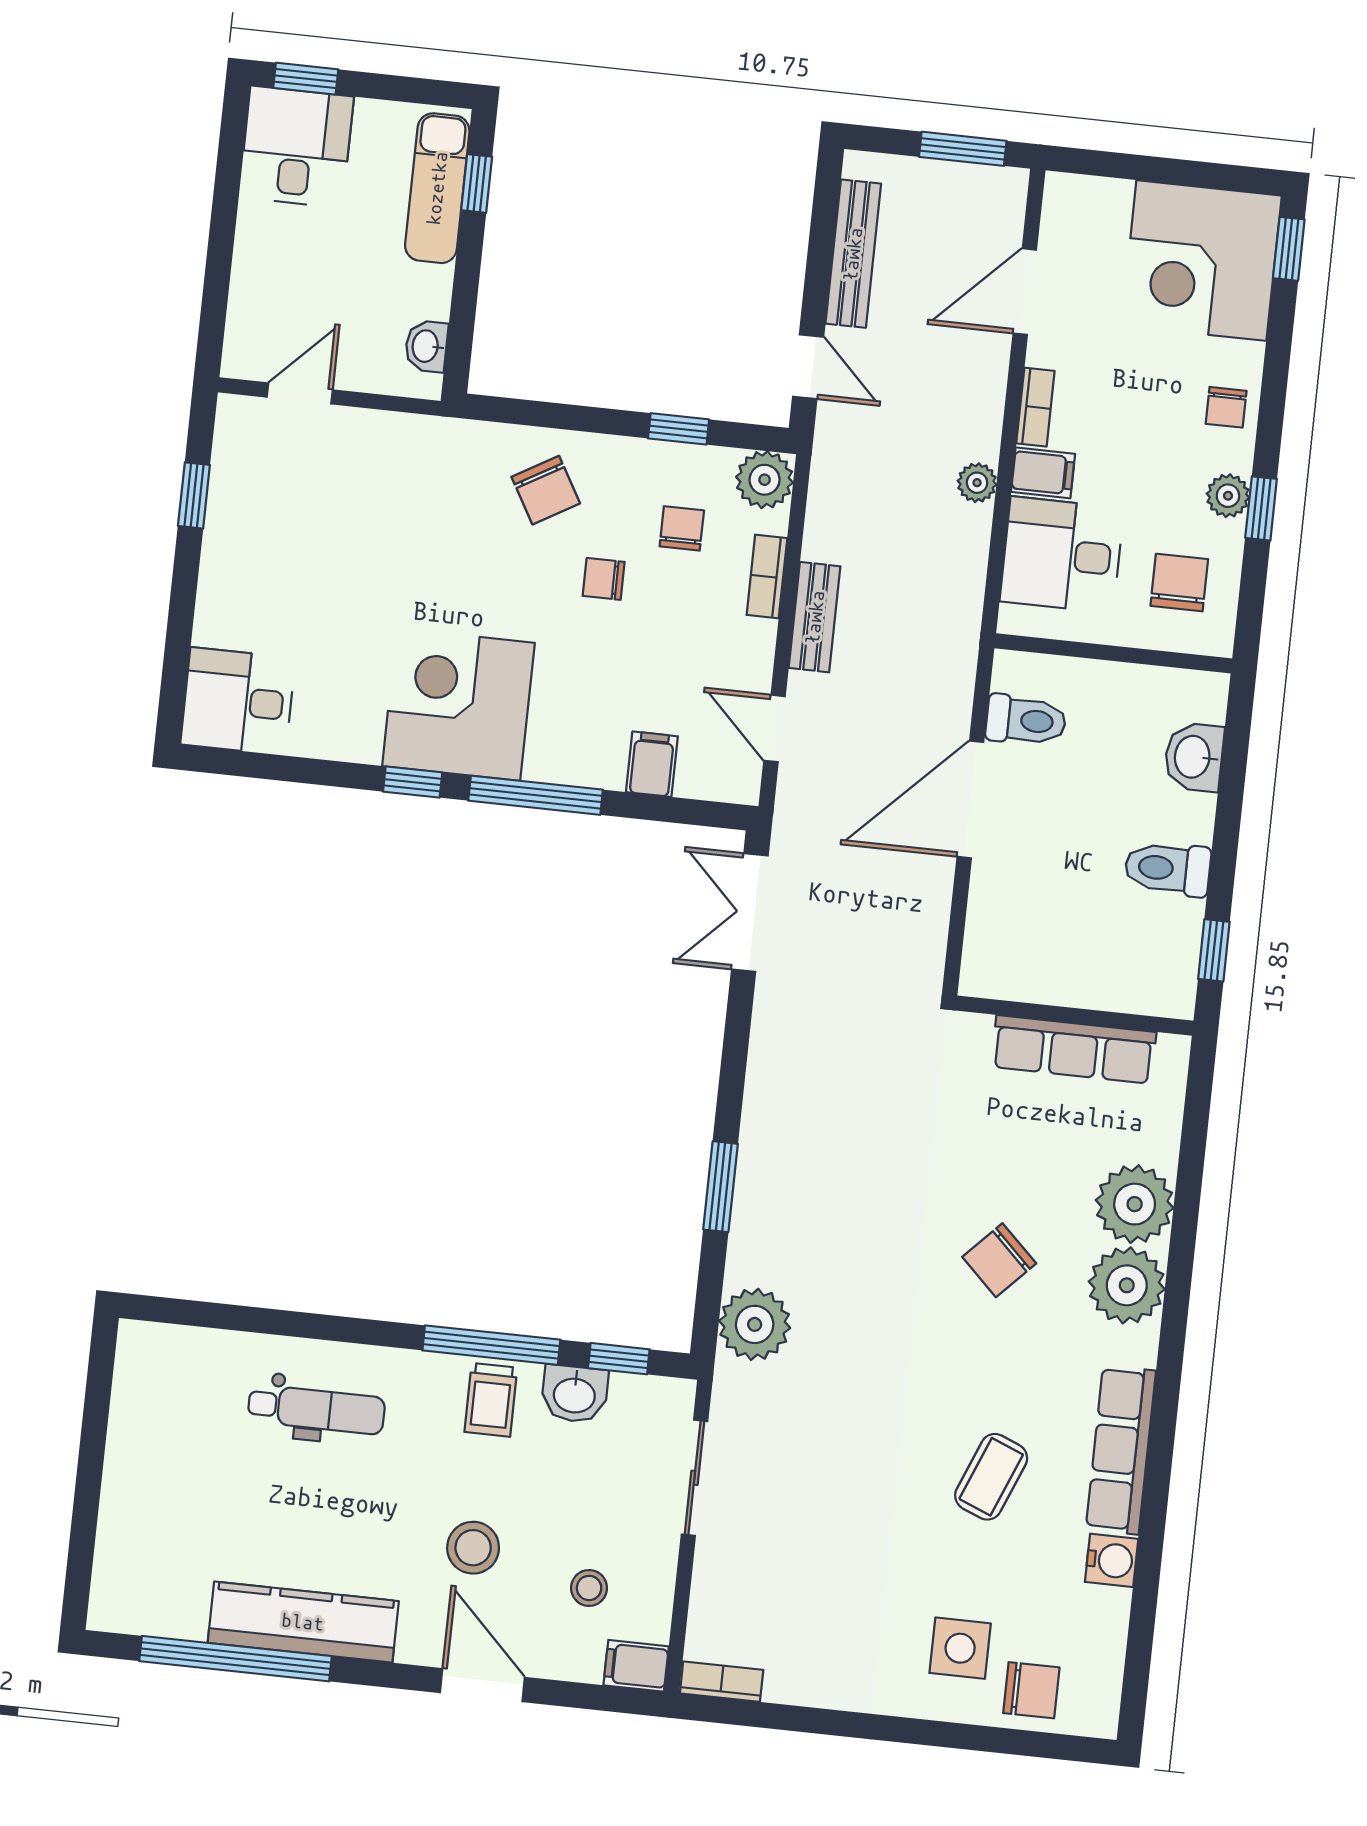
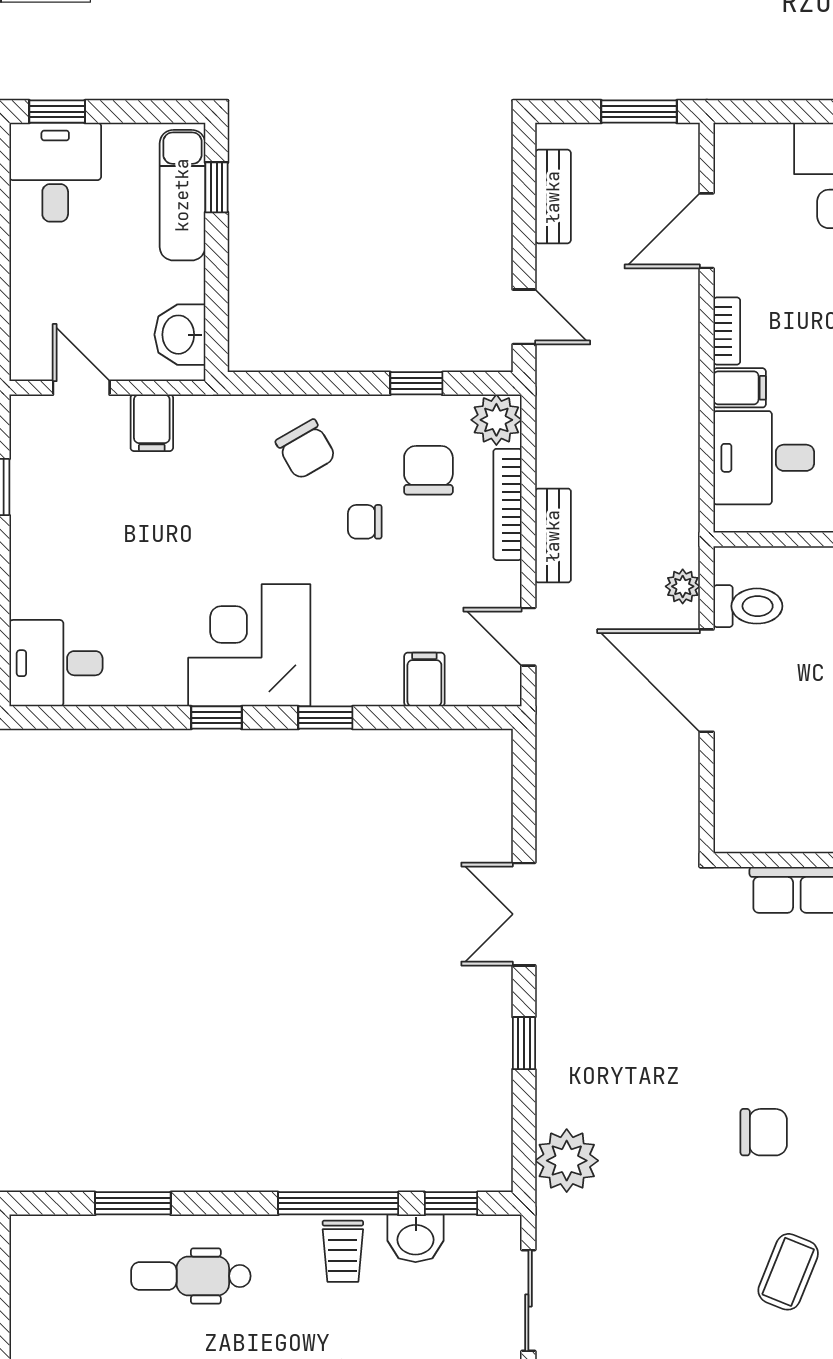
bench: (853, 254) -> (553, 197), width x0.73
washbasin: (426, 346) -> (180, 335), width x1.38, depth x1.45
door: (300, 393) -> (81, 388), hinge flipped
filing cabinet: (375, 441) -> (152, 423), added
plant: (977, 483) -> (683, 586), moved
chair: (682, 528) -> (428, 470), width x1.37, depth x1.37
bookcase: (767, 577) -> (508, 504), width x1.56
window: (536, 795) -> (325, 718), width x0.46
door: (970, 799) -> (707, 681), hinge flipped
double door: (750, 912) -> (524, 914), moved
window: (720, 1187) -> (524, 1043), width x0.67
chair: (999, 1260) -> (764, 1132), moved, turned -134
window: (260, 1320) -> (133, 1203), added
dental chair: (316, 1409) -> (191, 1276), turned 180

